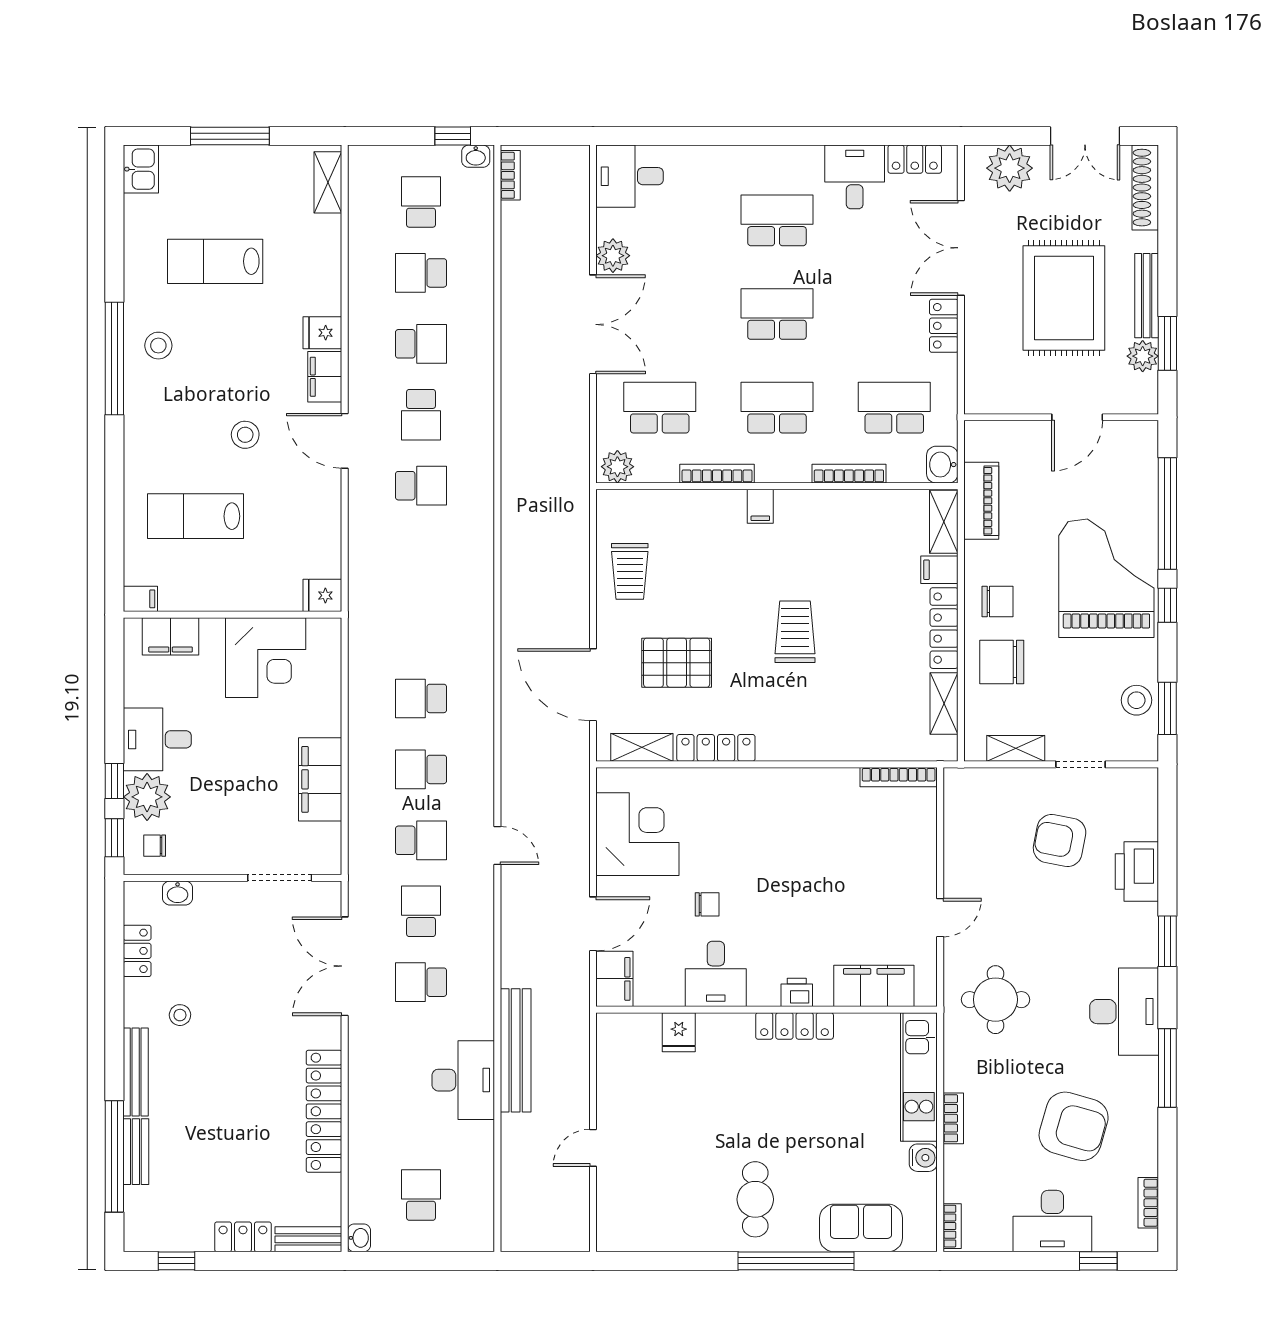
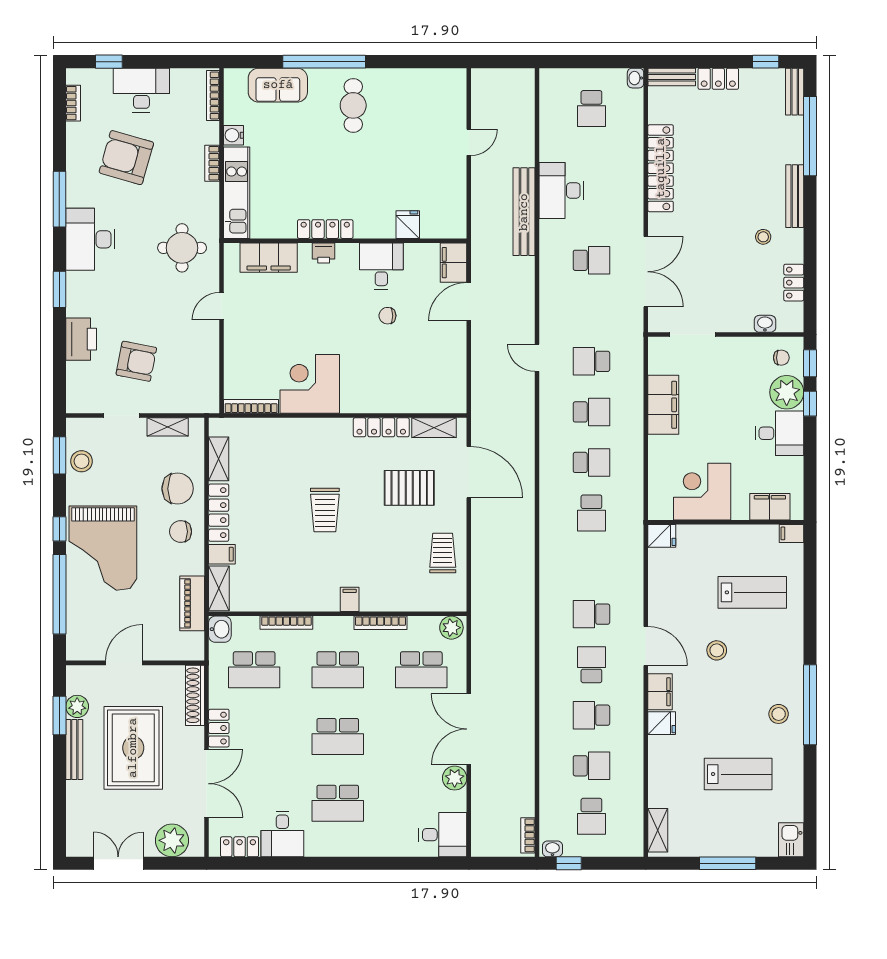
shoe rack: (1145, 188) -> (195, 695), moved, turned 180
corner desk: (637, 834) -> (310, 384), moved, turned 90
school desk: (421, 911) -> (591, 513), moved
bench: (136, 1152) -> (795, 92), moved
bookcase: (952, 1226) -> (213, 95), width x1.56

